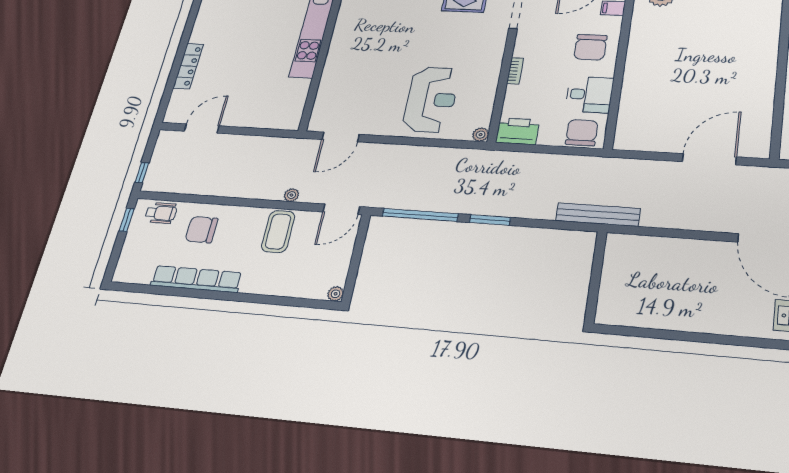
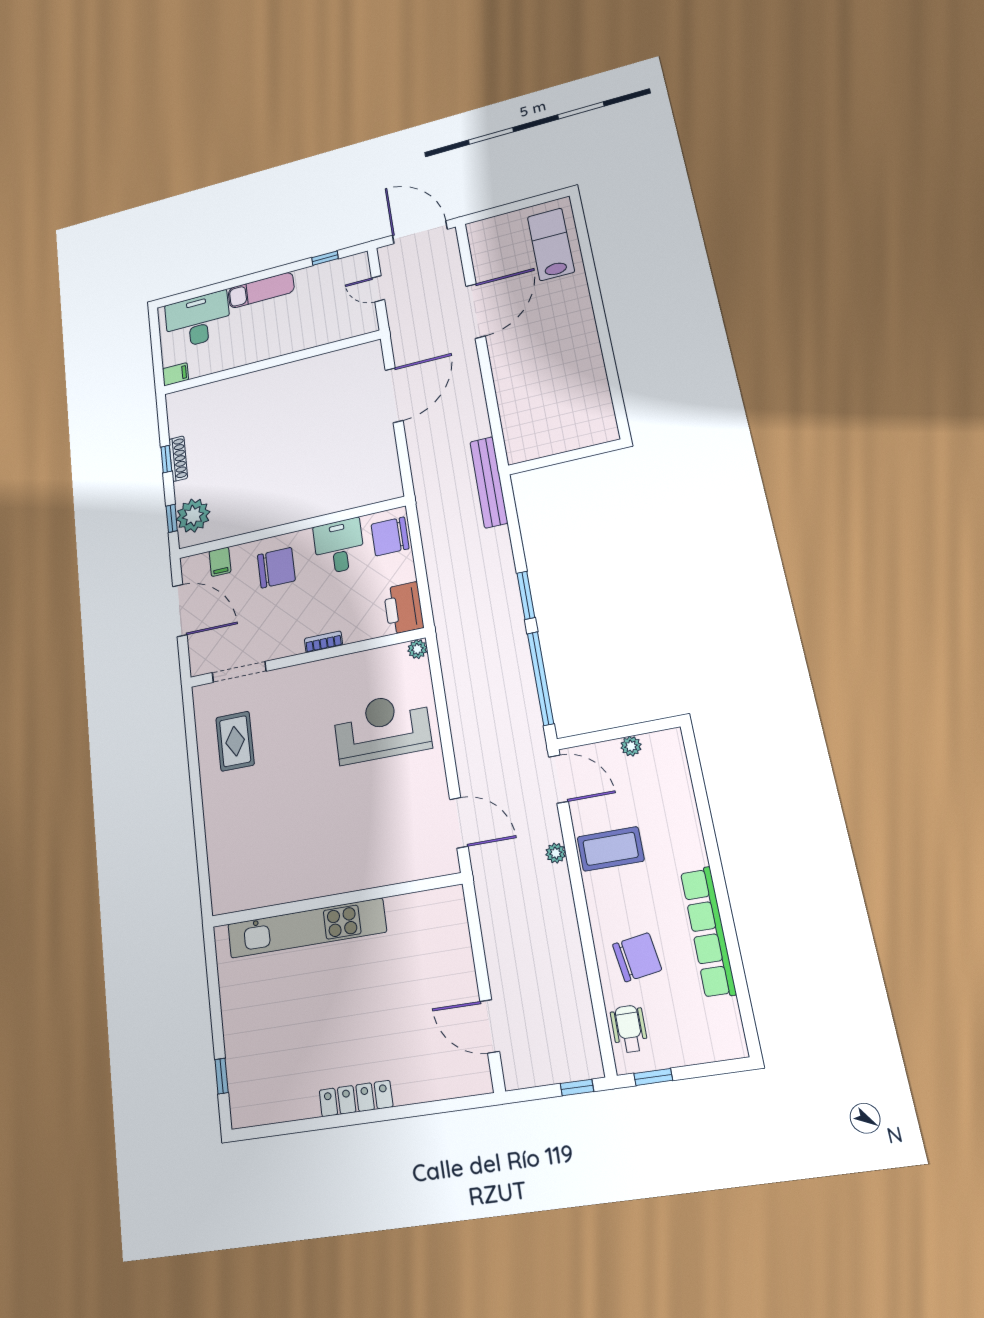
locker: (188, 66) -> (356, 1099), moved
door: (709, 159) -> (394, 395), swing flipped
chair: (201, 230) -> (637, 957), turned -99
plant: (336, 294) -> (631, 746), moved

